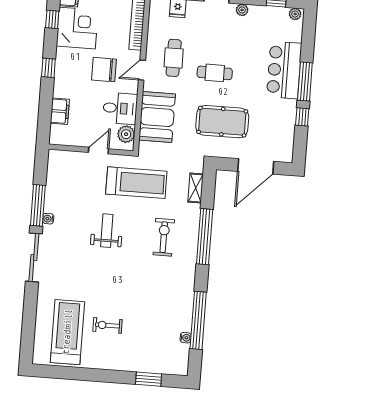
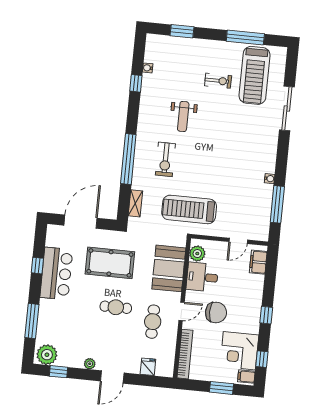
plant: (295, 14) -> (47, 355), width x1.88, depth x1.88
bar counter: (284, 70) -> (56, 273), moved
window: (305, 81) -> (32, 321), moved
filing cabinet: (60, 111) -> (258, 262), moved
door: (98, 151) -> (238, 241), moved
window: (38, 205) -> (277, 204), moved
weight bench: (107, 231) -> (183, 116), moved
sliding door: (34, 257) -> (287, 108), moved
window: (198, 320) -> (136, 83), width x0.32
window: (79, 374) -> (245, 37), added

